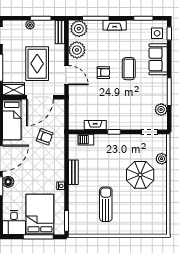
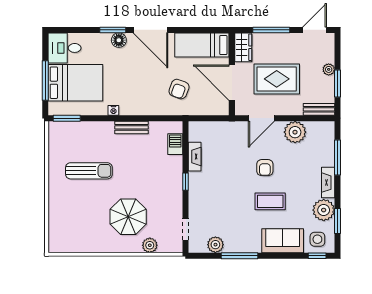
plant: (79, 29) -> (324, 210), moved

